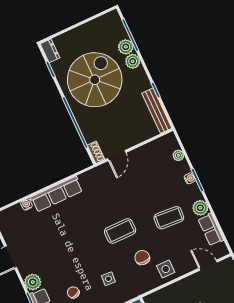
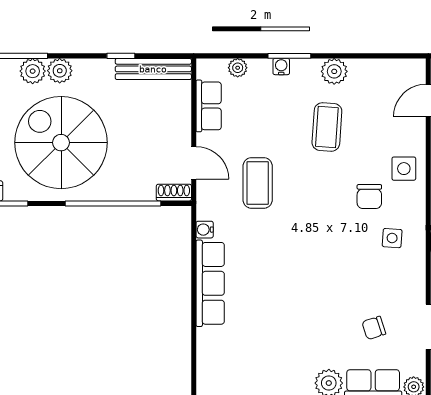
water cooler: (26, 204) -> (205, 230), moved
row of seats: (211, 230) -> (209, 106), moved, turned -90
coffee table: (120, 231) -> (258, 183), moved
chair: (142, 258) -> (369, 197), turned -90
side table: (108, 279) -> (392, 238), moved

